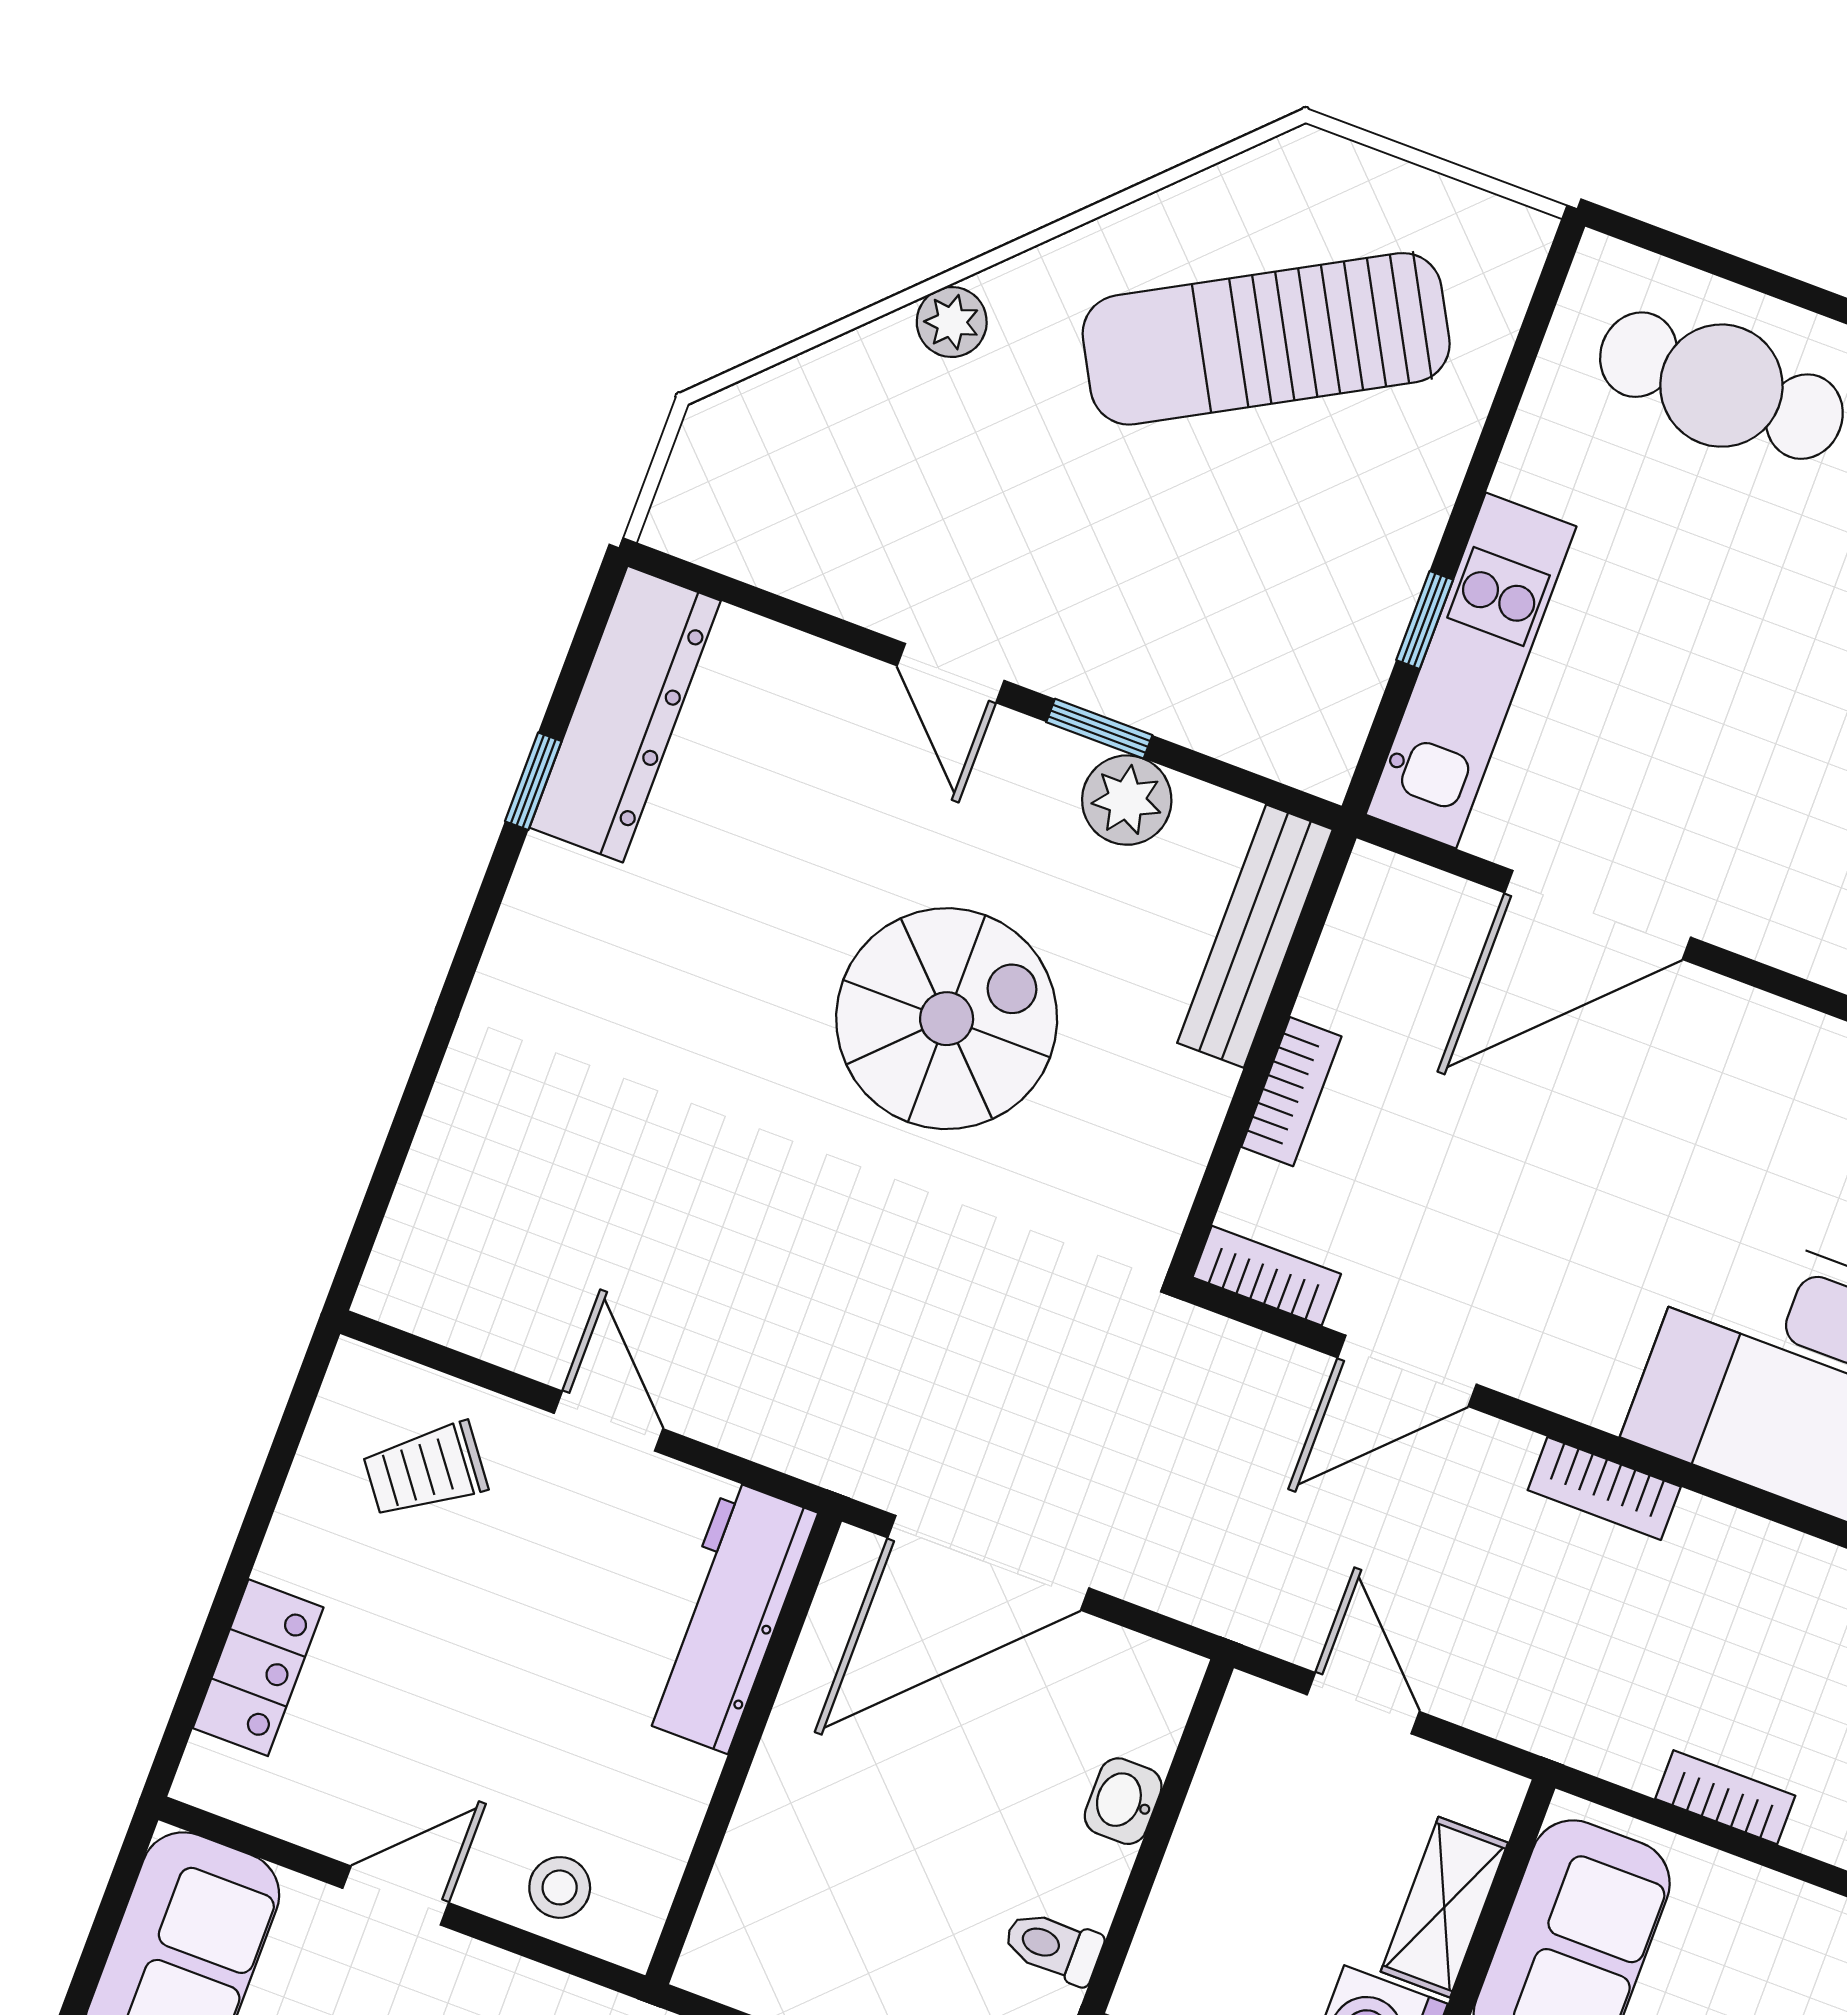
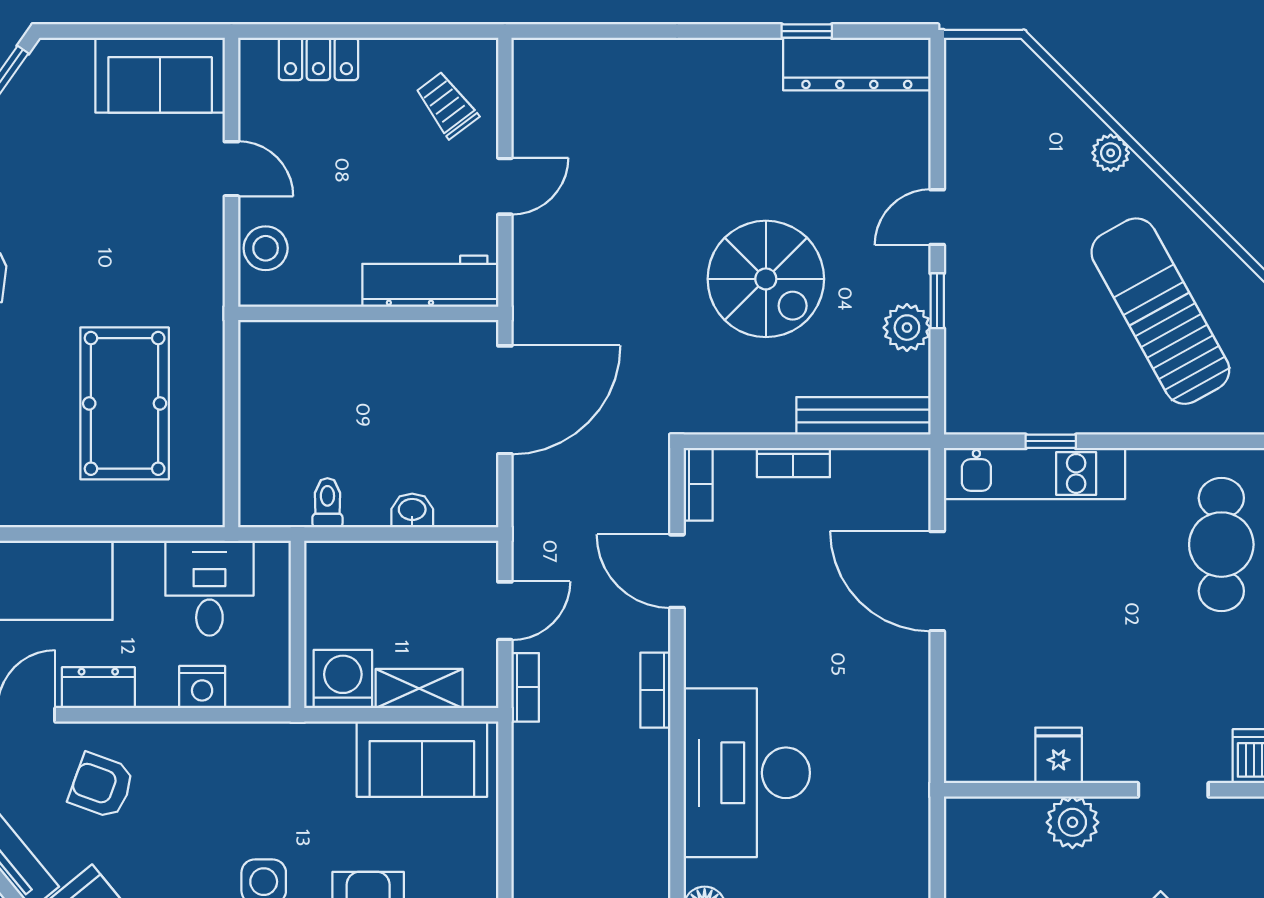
door: (988, 1563) -> (505, 400), swing flipped
bookcase: (1725, 1797) -> (525, 687), moved
stool: (560, 1887) -> (266, 248), width x1.37, depth x1.37

